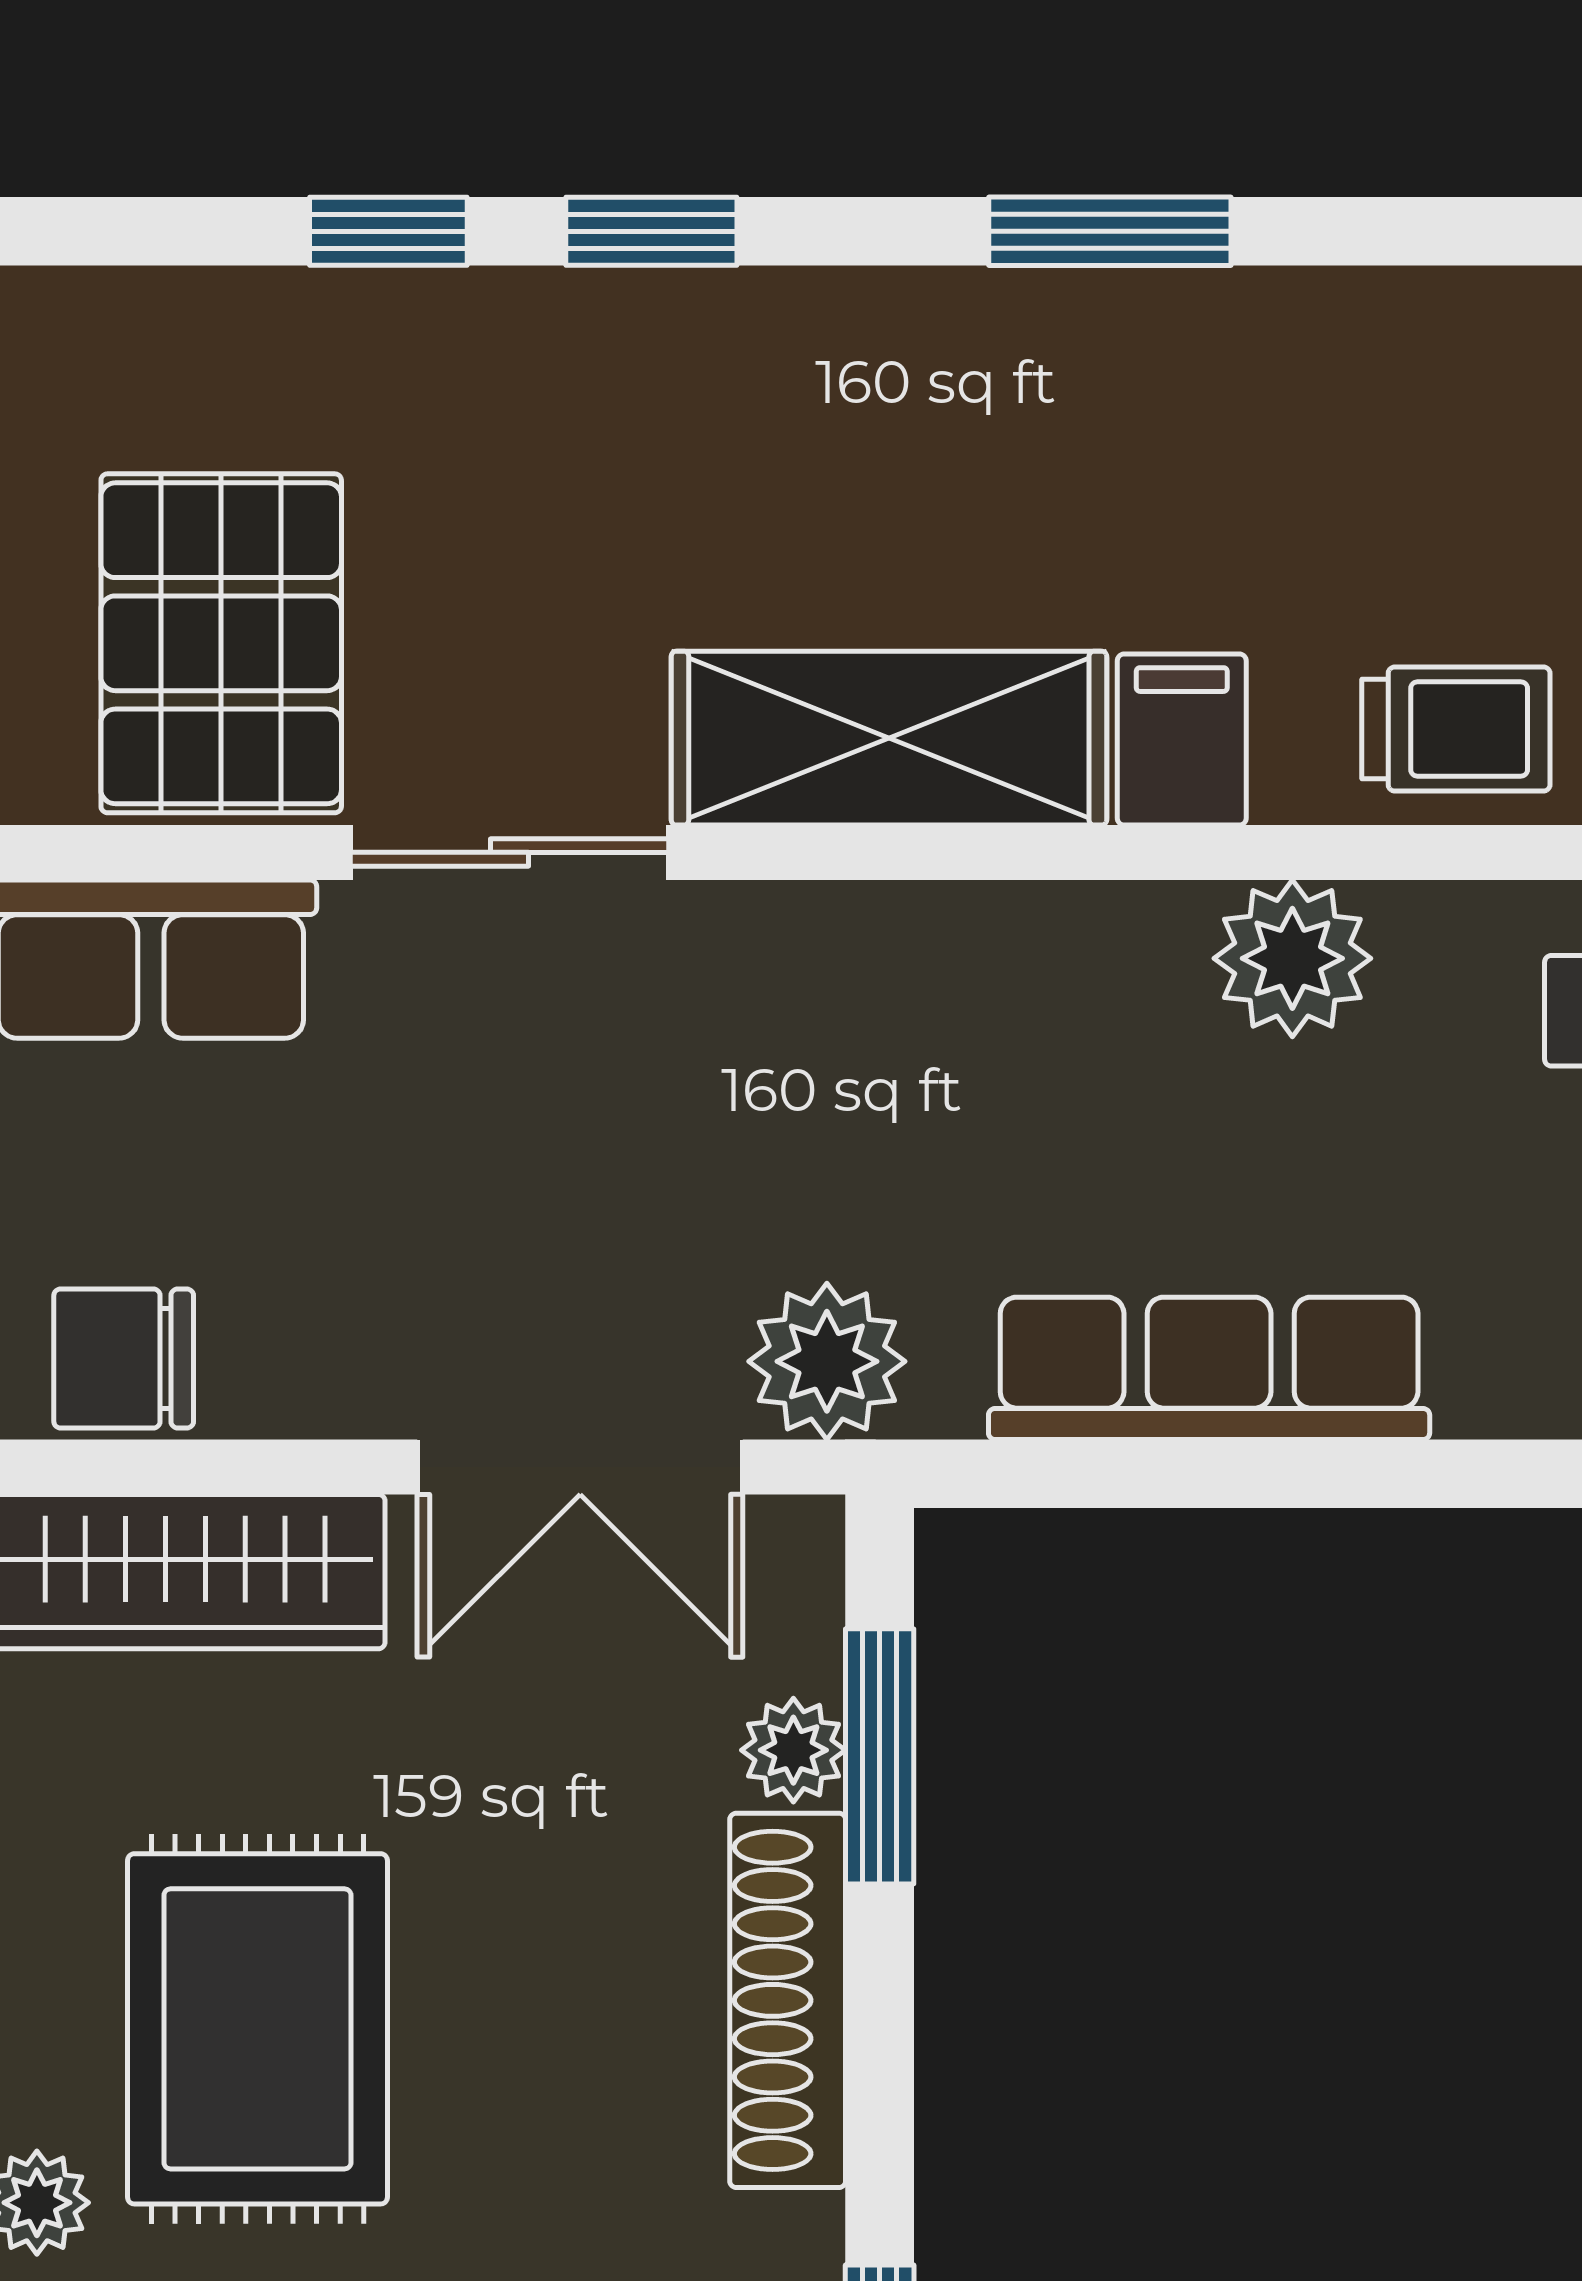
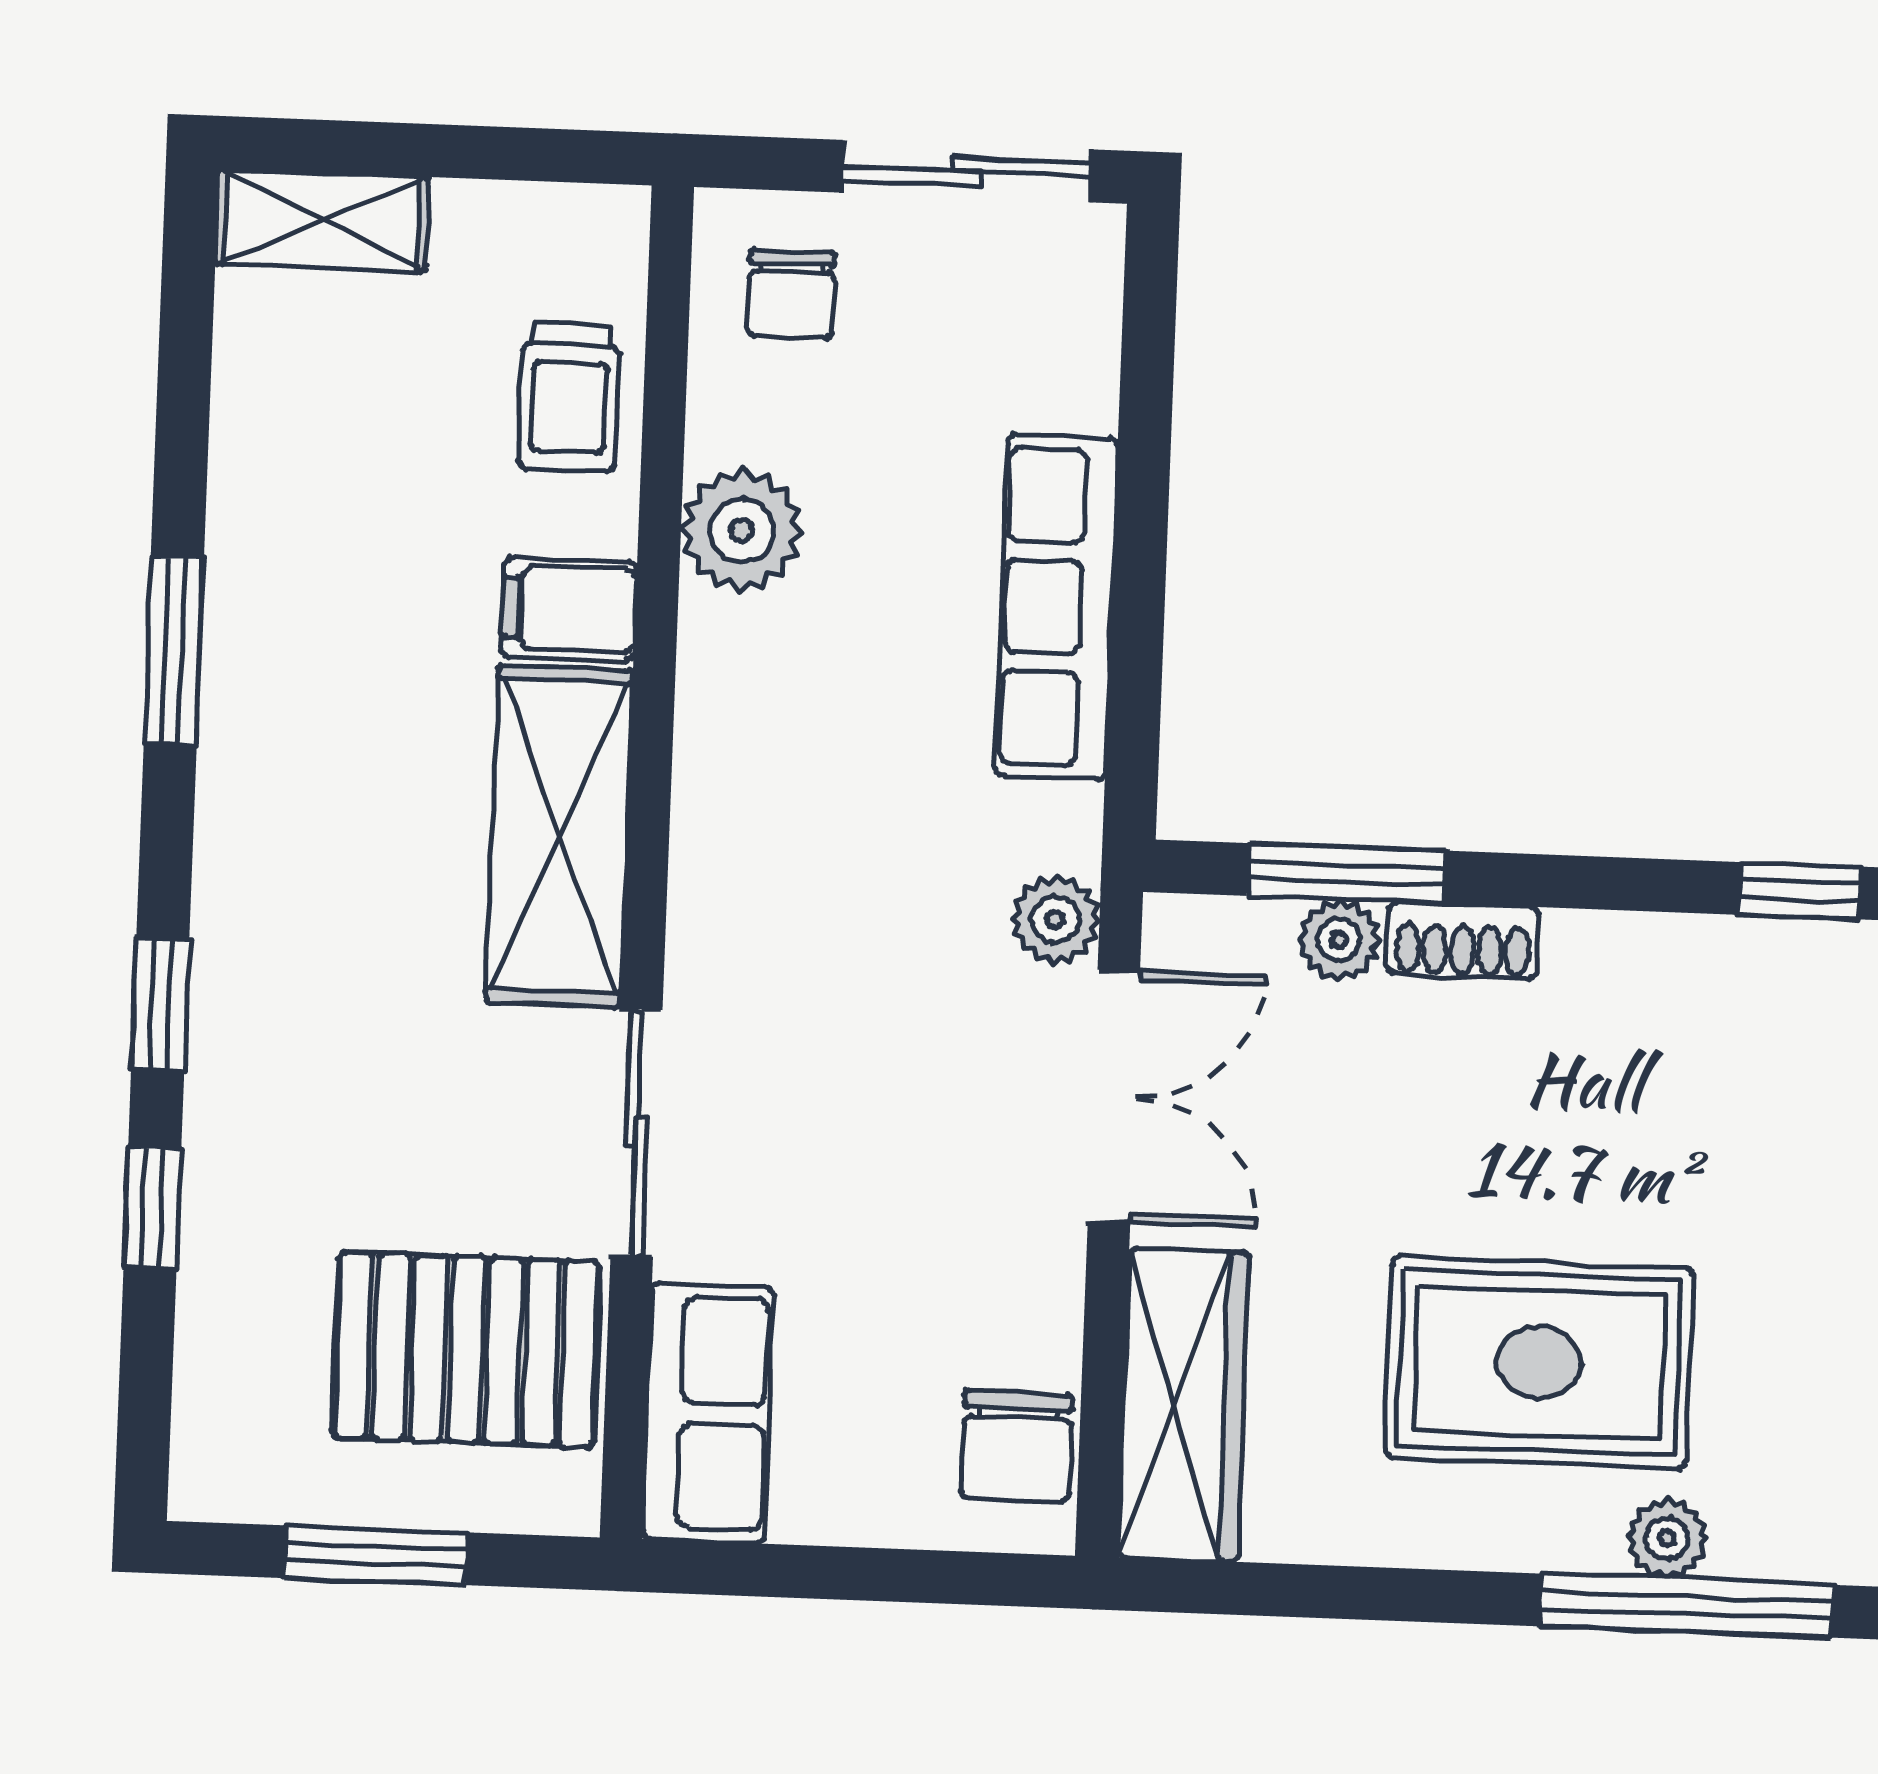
trolley: (1456, 729) -> (569, 397), turned 180
plant: (827, 1361) -> (1055, 920), width x0.73, depth x0.73
shoe rack: (788, 2000) -> (1463, 940), width x0.51, depth x0.81

